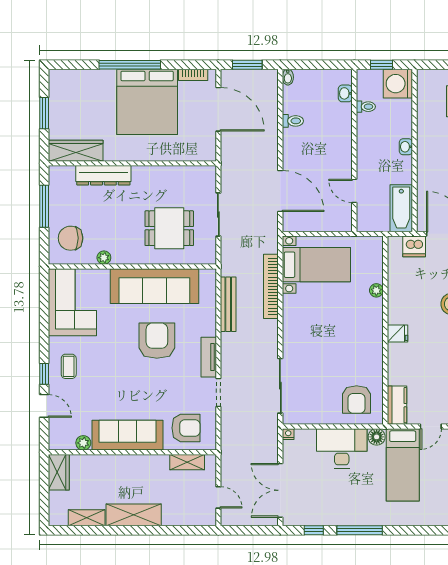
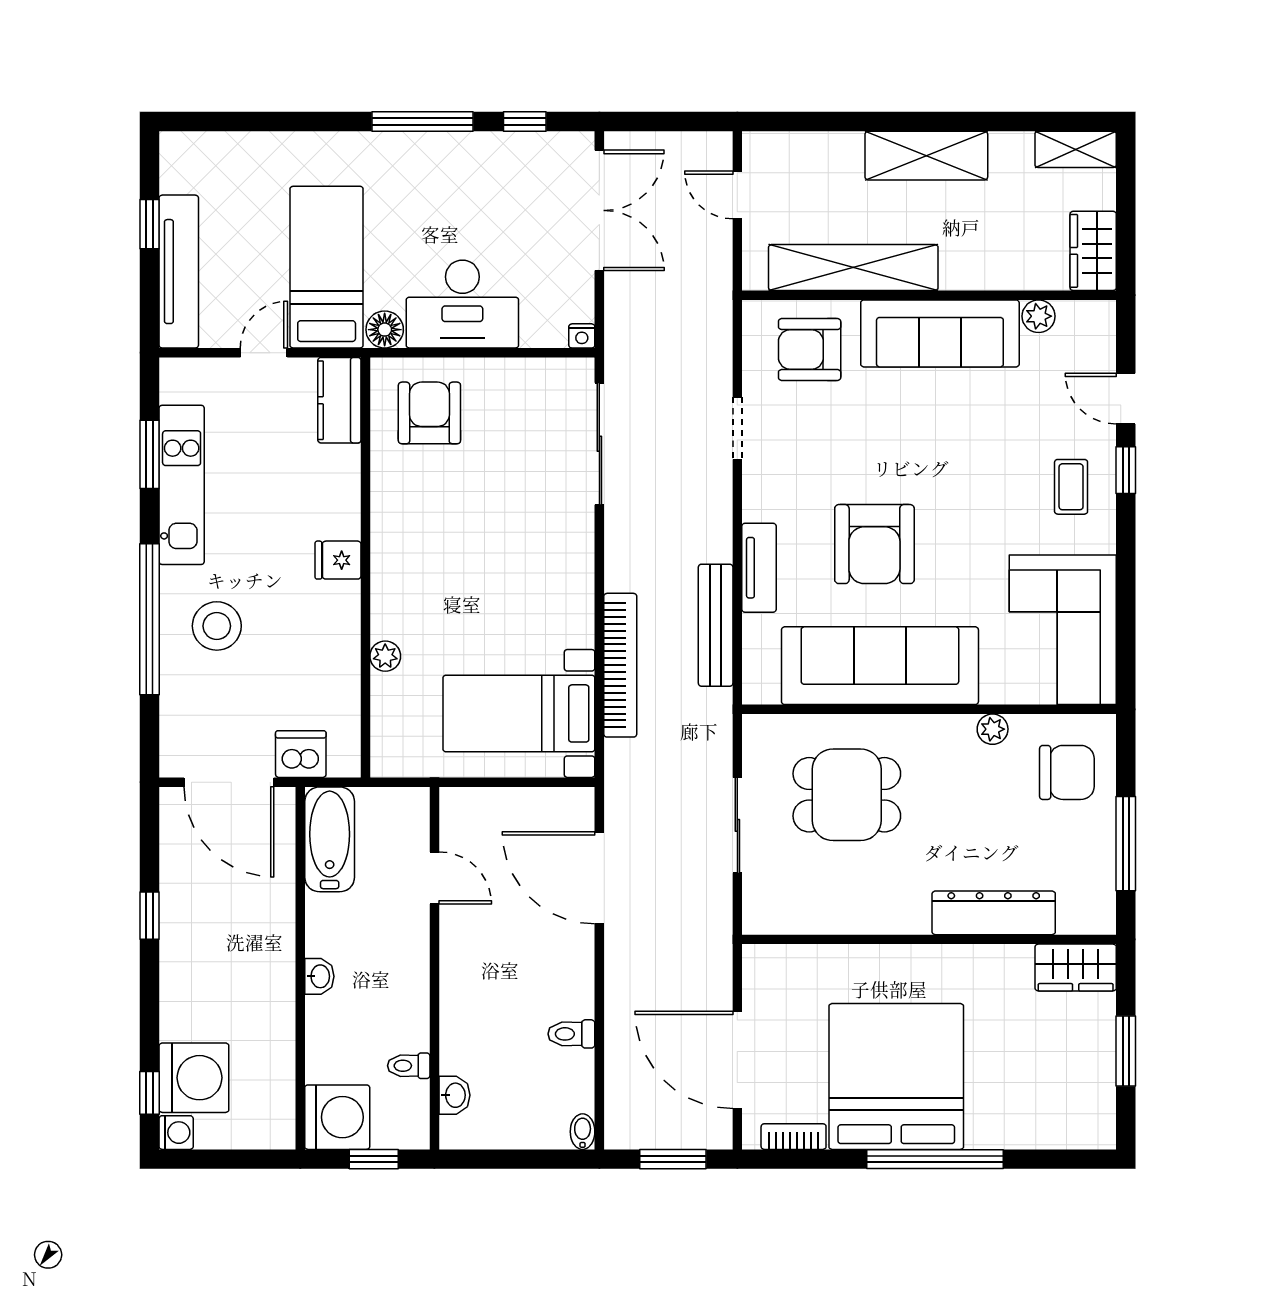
wardrobe: (76, 151) -> (1076, 968), width x0.67
tv unit: (209, 357) -> (759, 568), moved
shelving: (187, 462) -> (853, 268), width x2.20, depth x1.33
shelving: (87, 518) -> (1076, 149), moved

